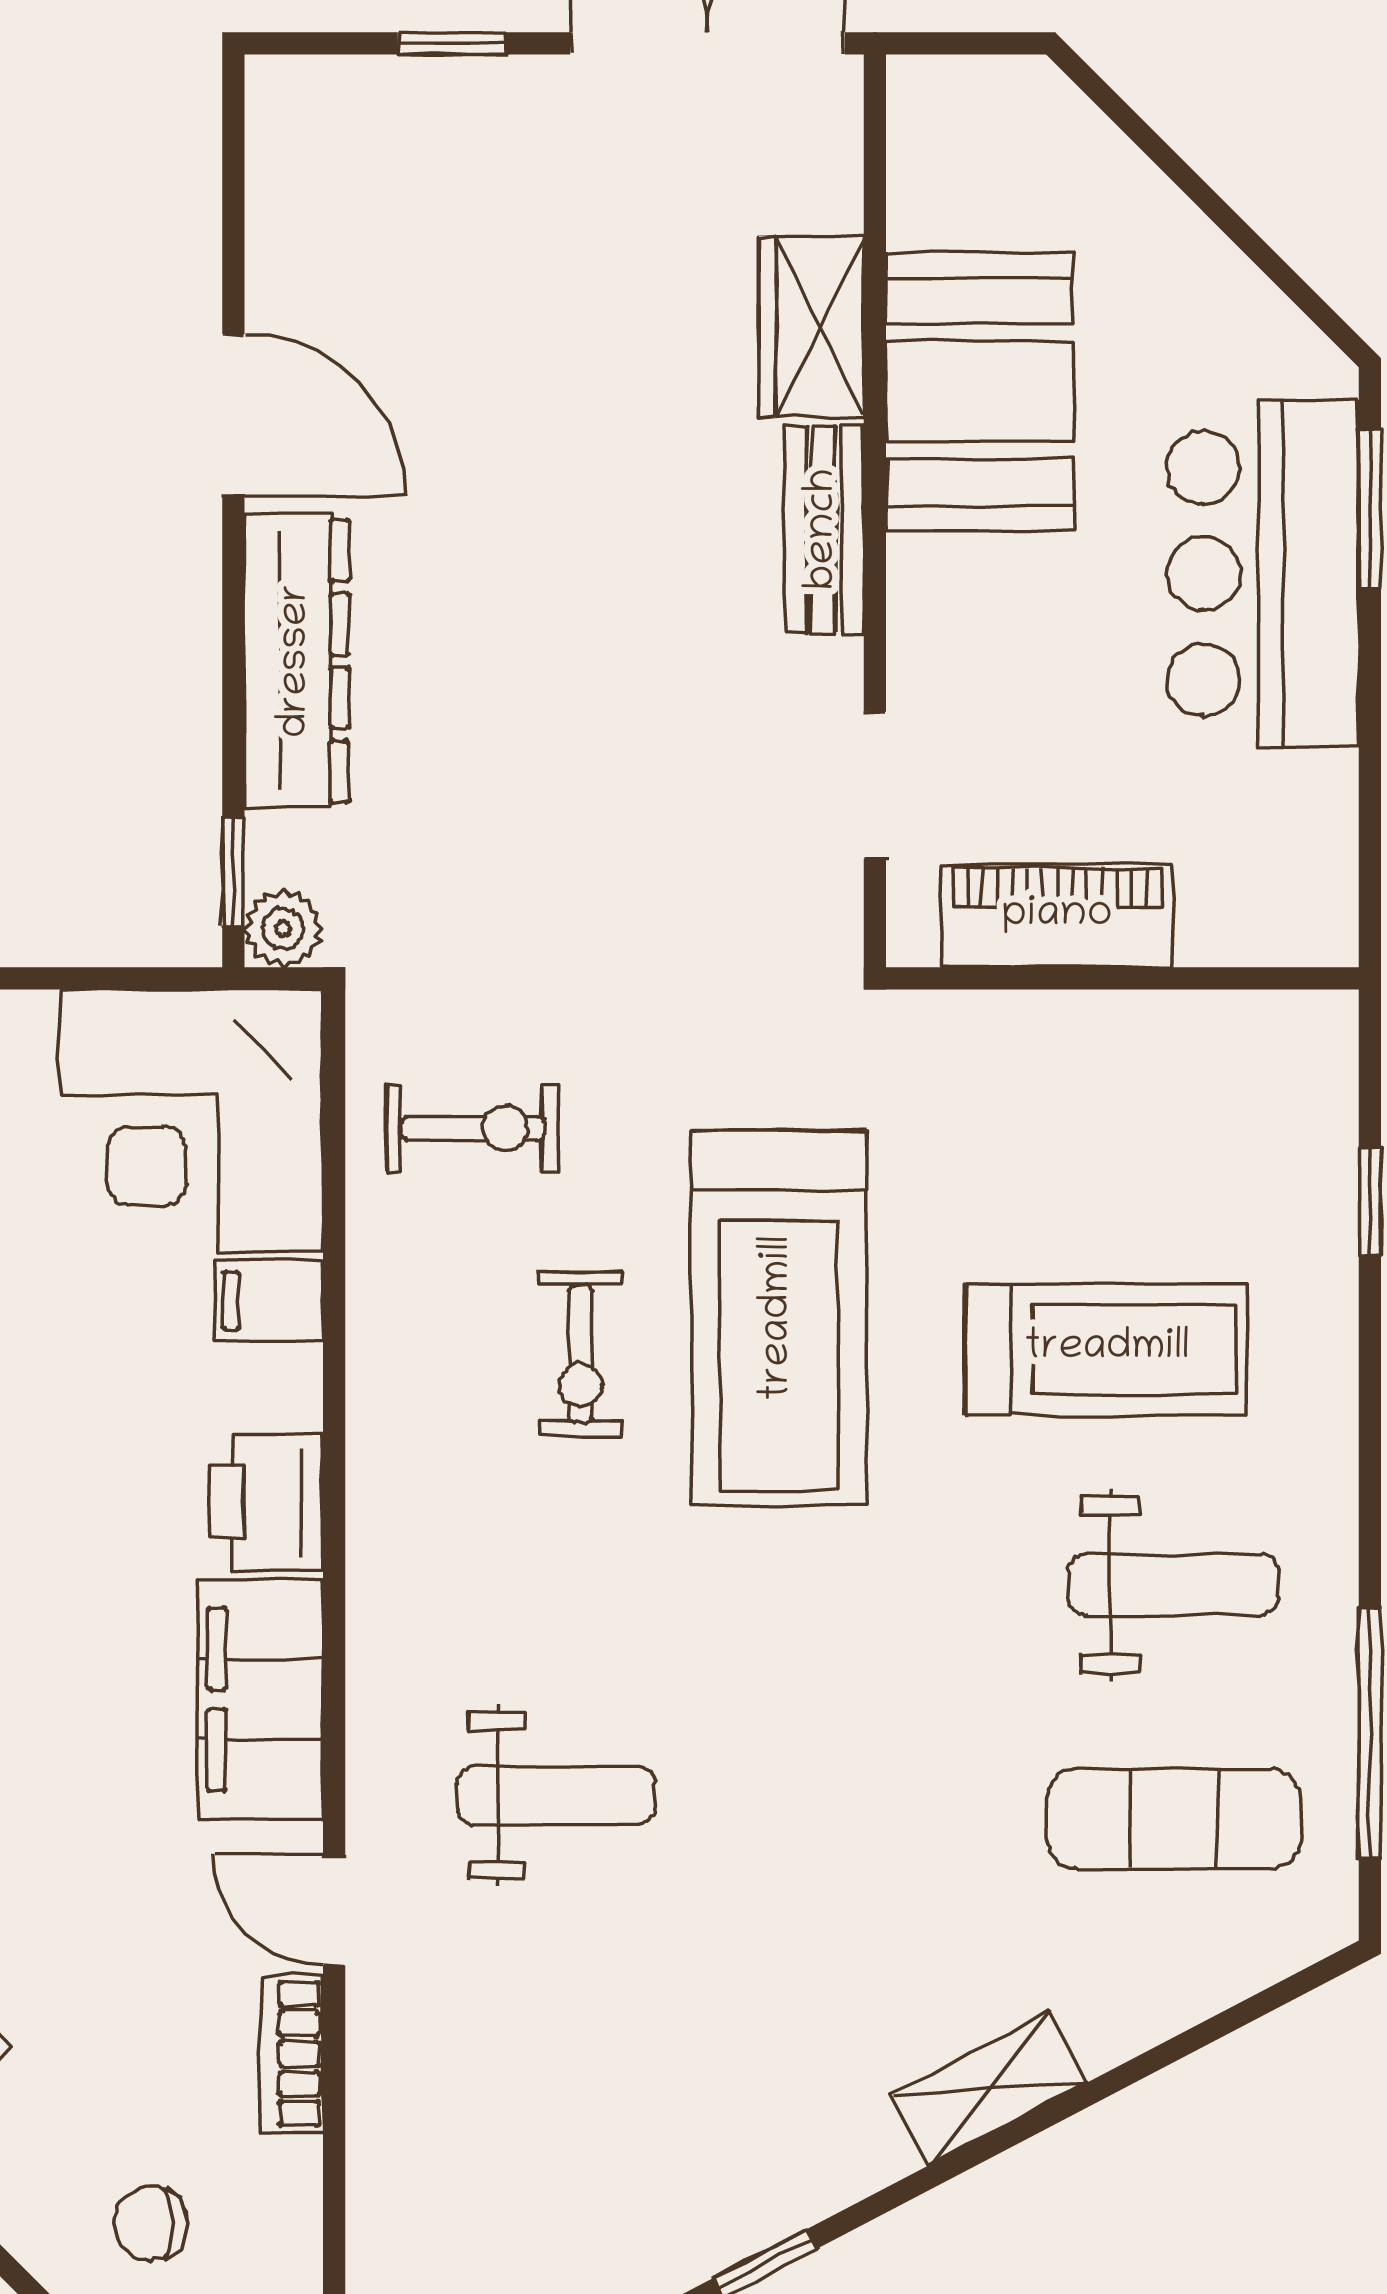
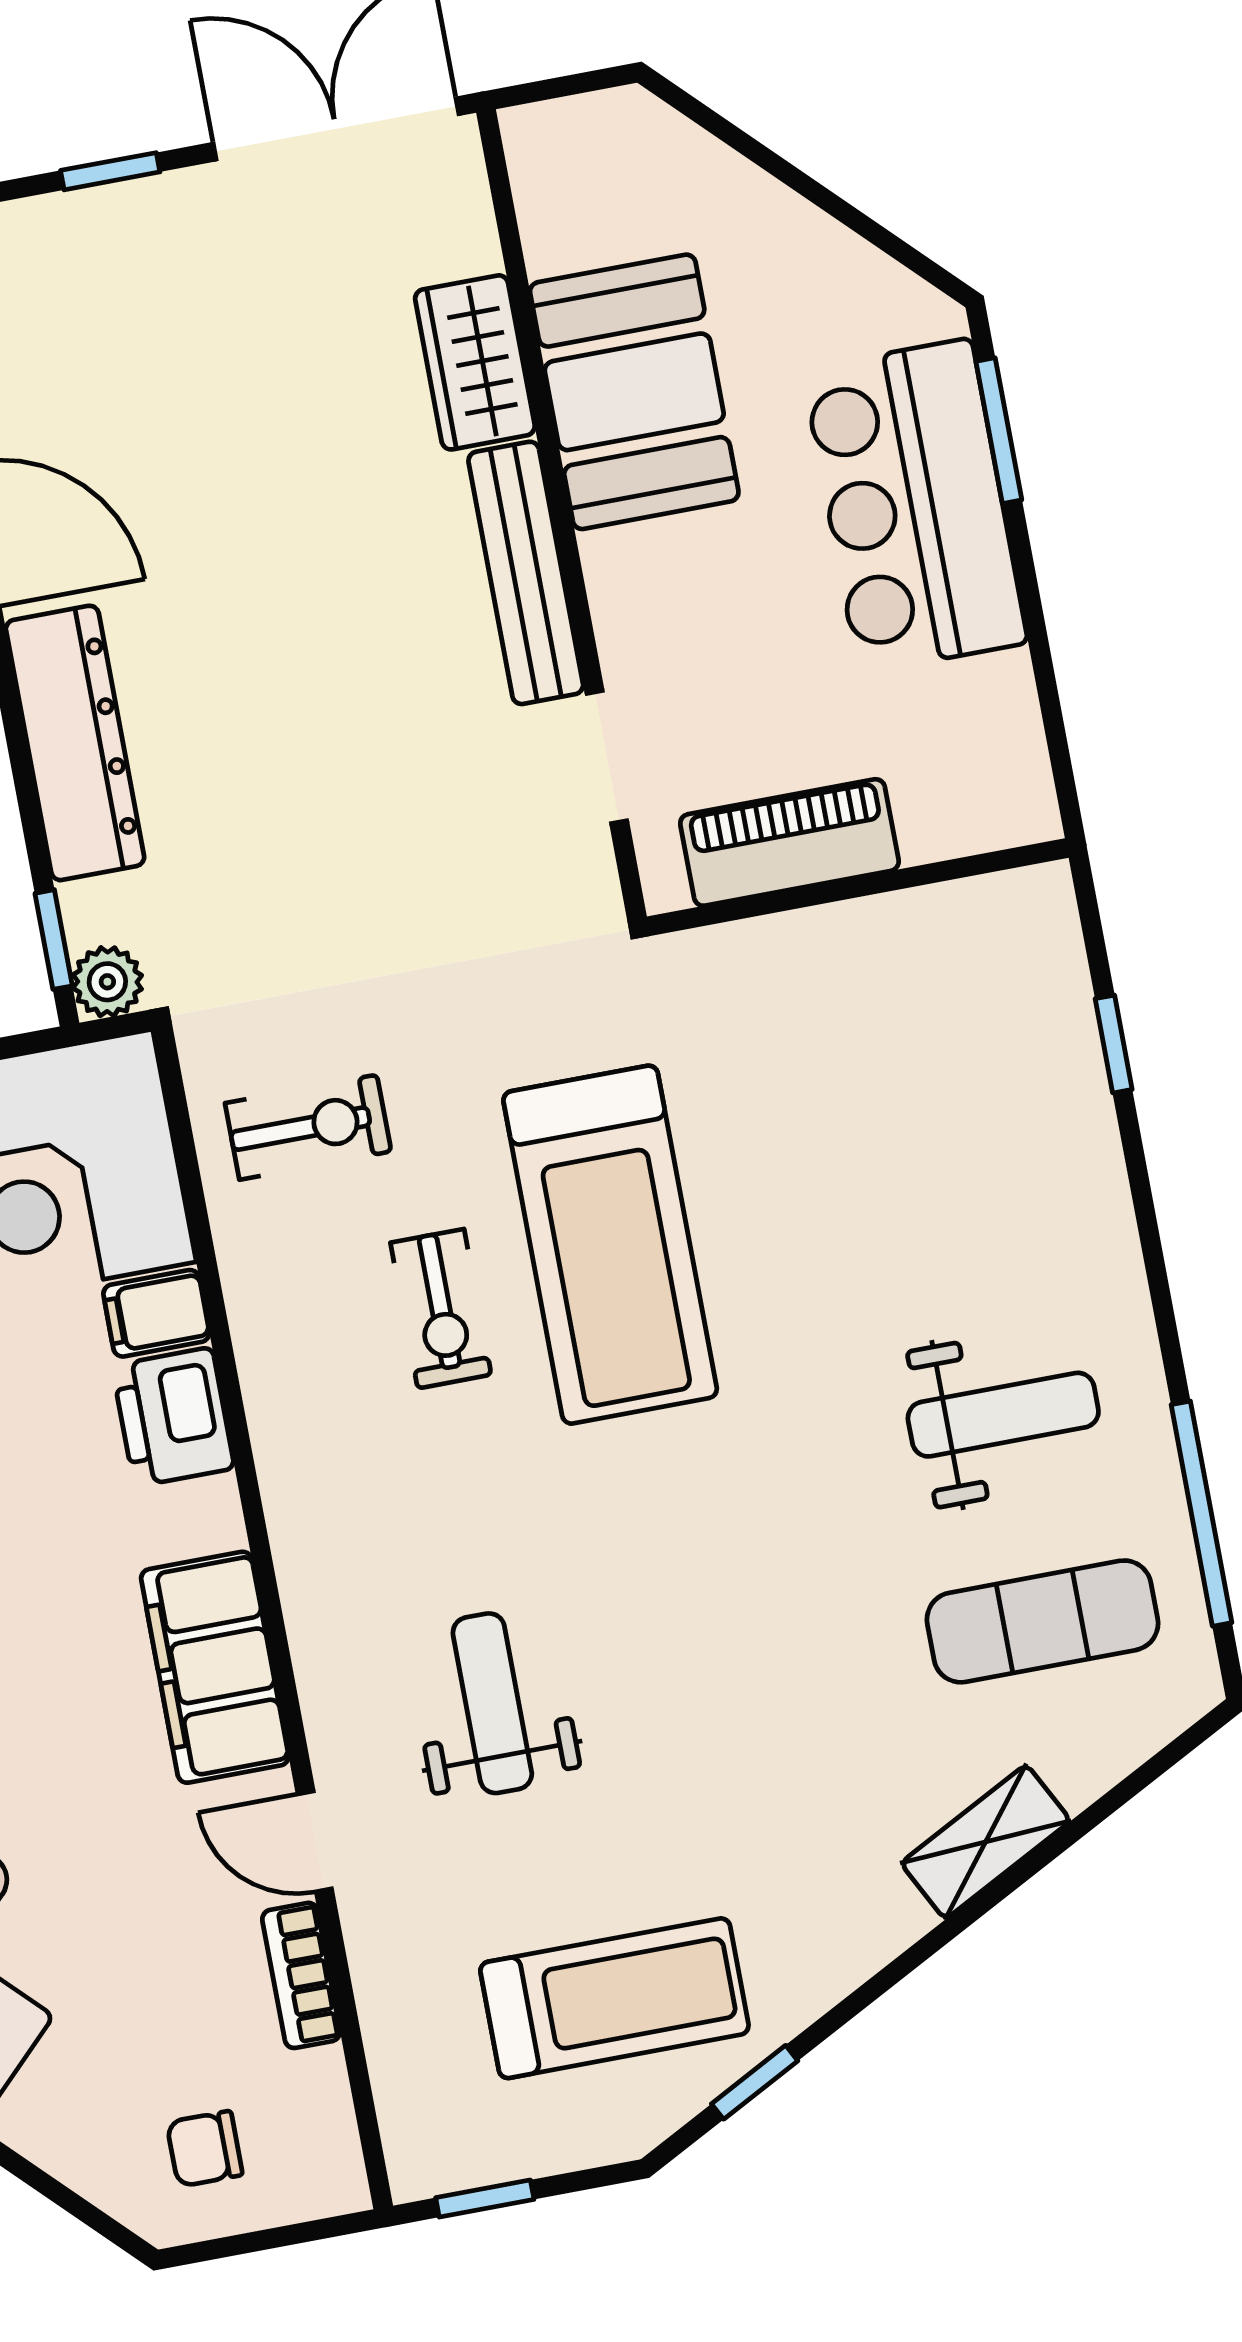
bench: (824, 529) -> (526, 573), width x1.36
treadmill: (1107, 1349) -> (614, 1998), moved
printer: (266, 1503) -> (173, 1417), moved
weight bench: (556, 1795) -> (492, 1703), turned -90
shelving: (989, 2088) -> (986, 1842), moved

